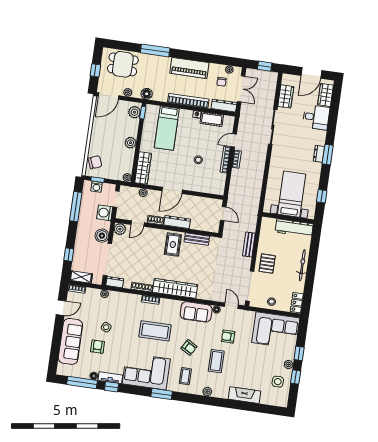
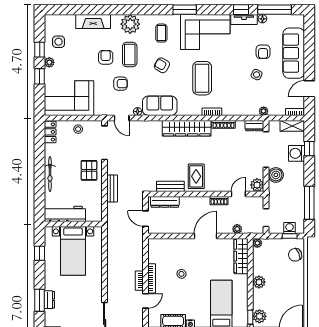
washing machine: (105, 213) -> (297, 153), moved, turned 180
dresser: (177, 222) -> (165, 202), moved
coffee table: (155, 331) -> (202, 78), turned 90
armchair: (238, 362) -> (106, 57), added
plant: (207, 392) -> (130, 24), width x1.88, depth x1.88

